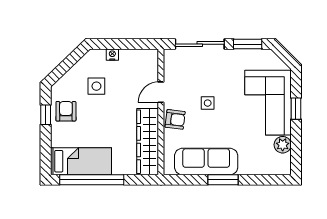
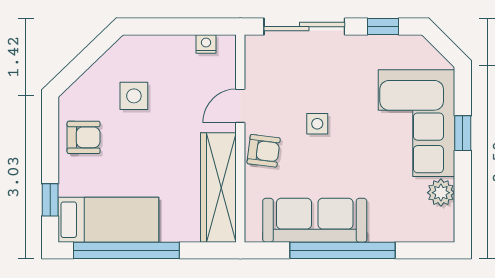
window: (248, 44) -> (383, 27), width x0.67
nightstand: (112, 55) -> (206, 44), moved
armchair: (66, 111) -> (84, 137), turned 90
window: (46, 115) -> (50, 200), moved
window: (223, 180) -> (342, 250), width x2.11

